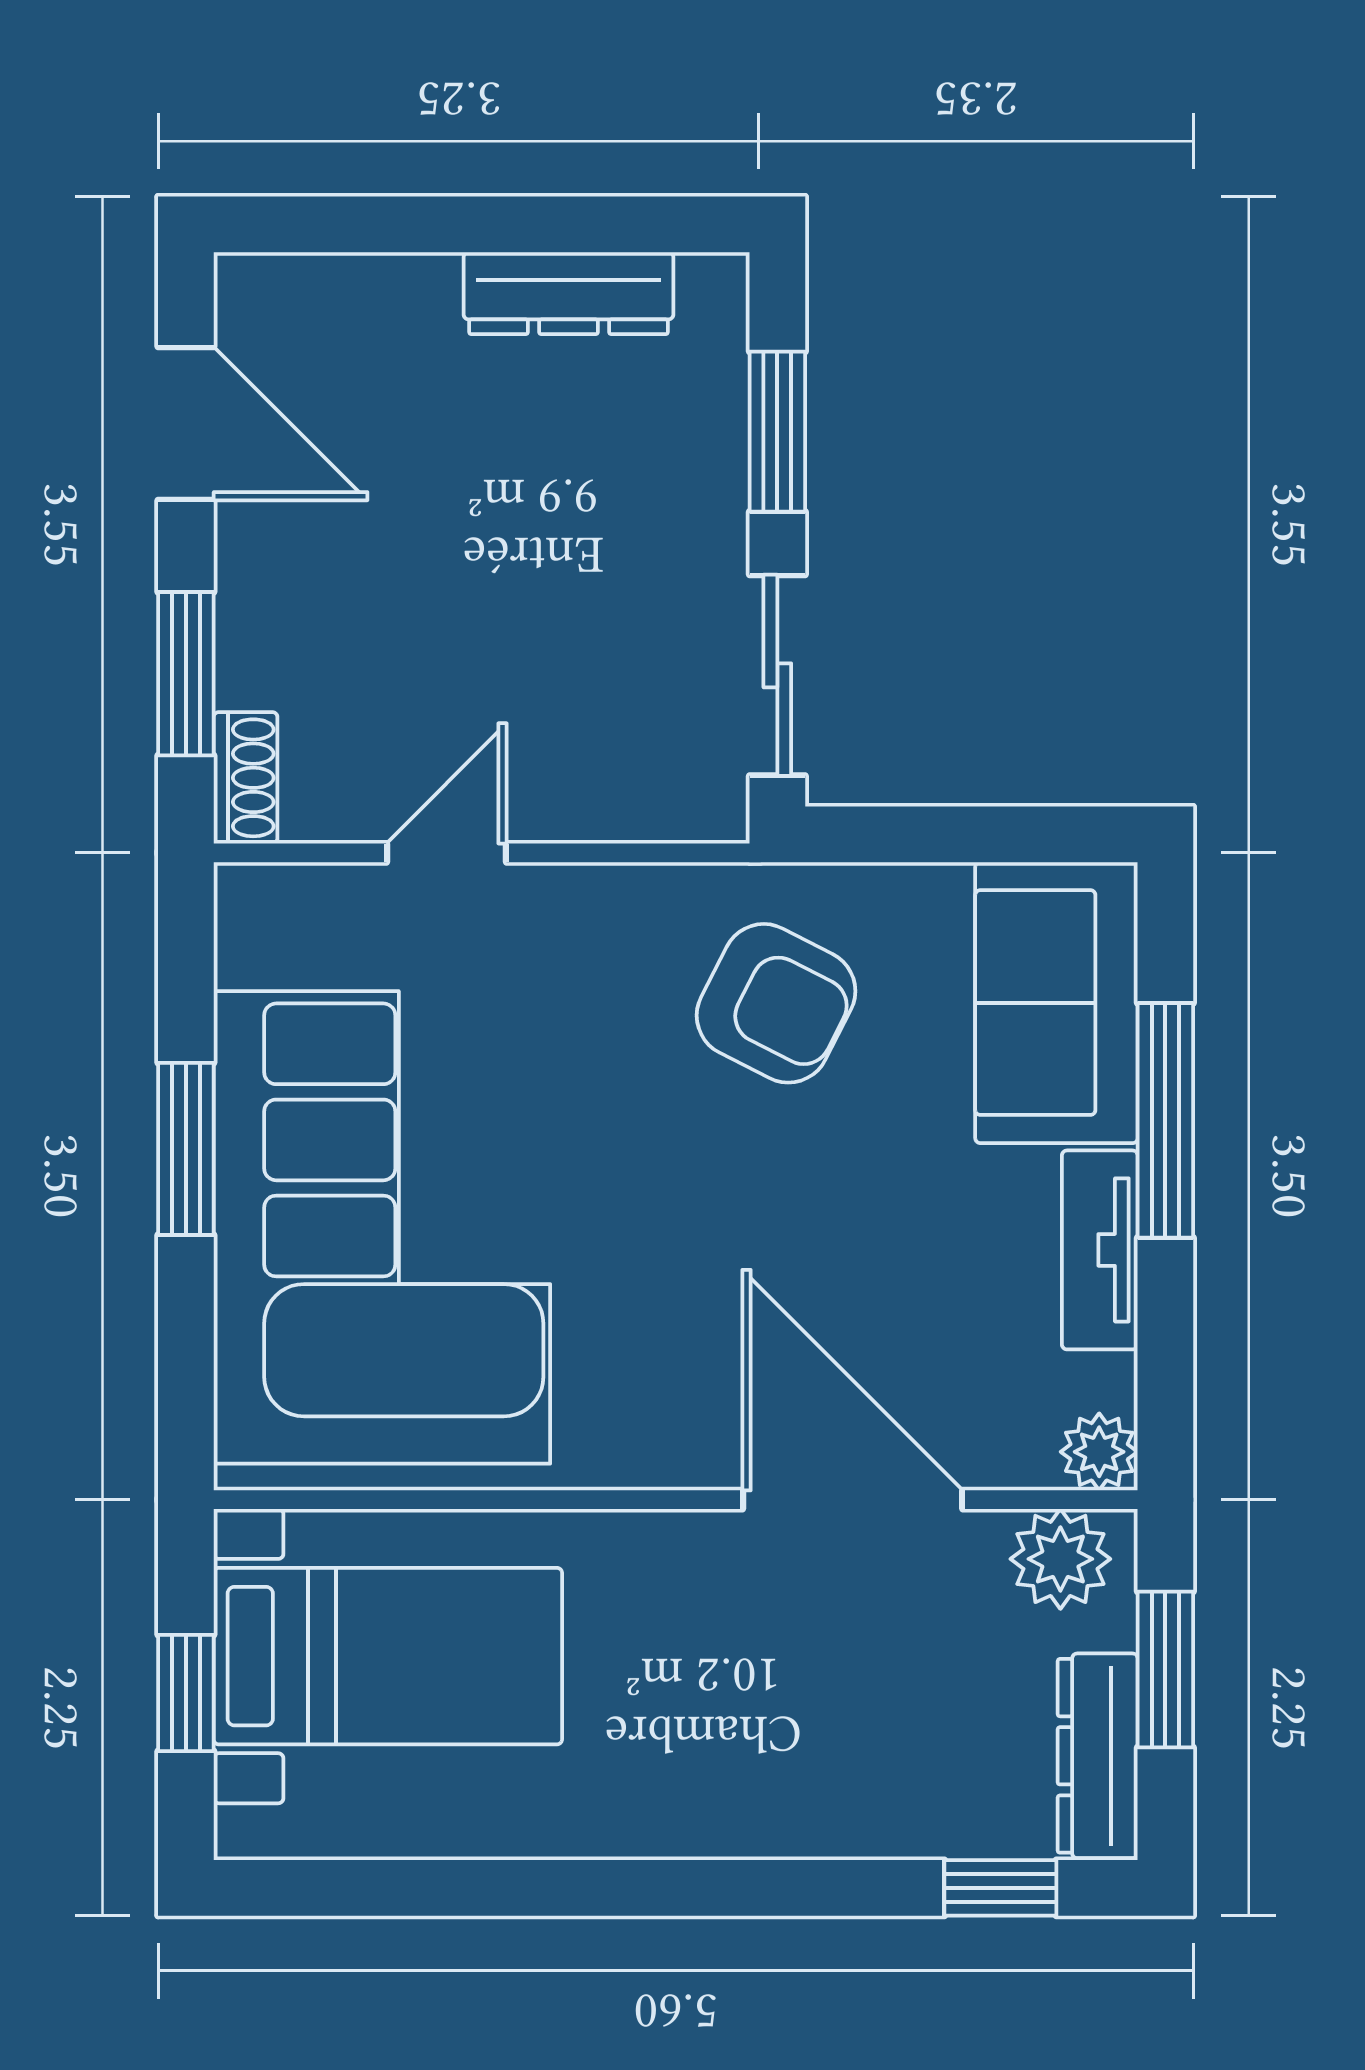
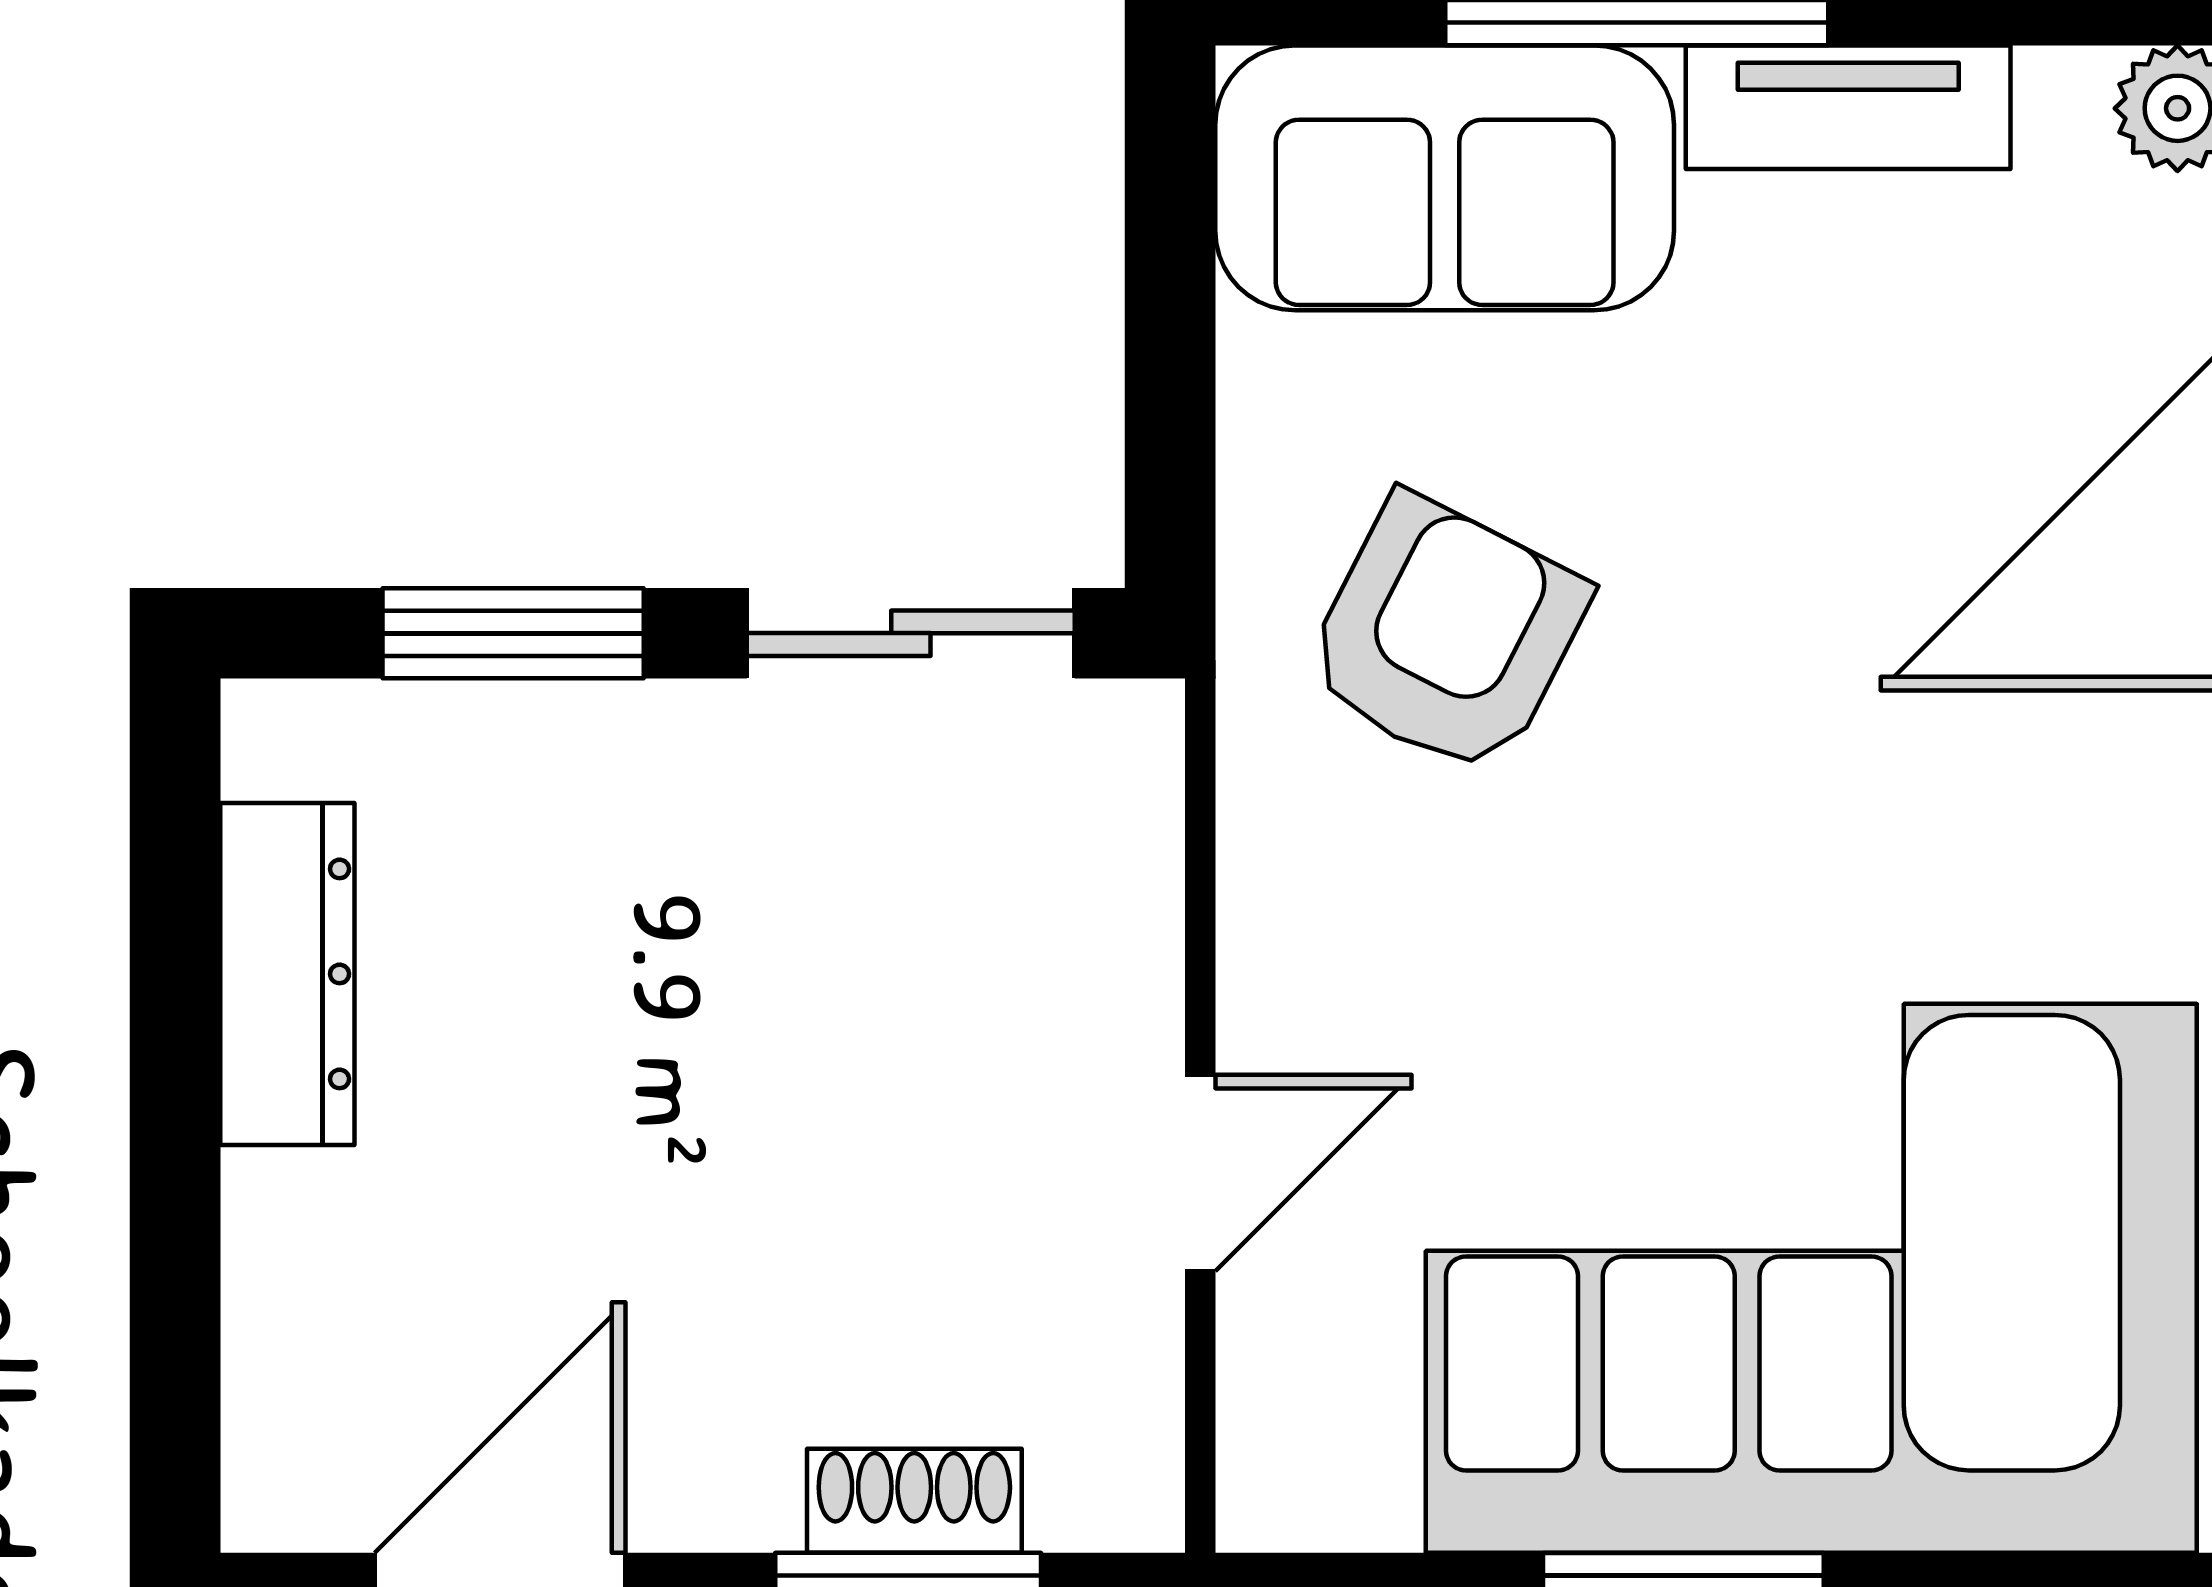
shoe rack: (246, 778) -> (914, 1501), moved
door: (447, 853) -> (1200, 1173), swing flipped

